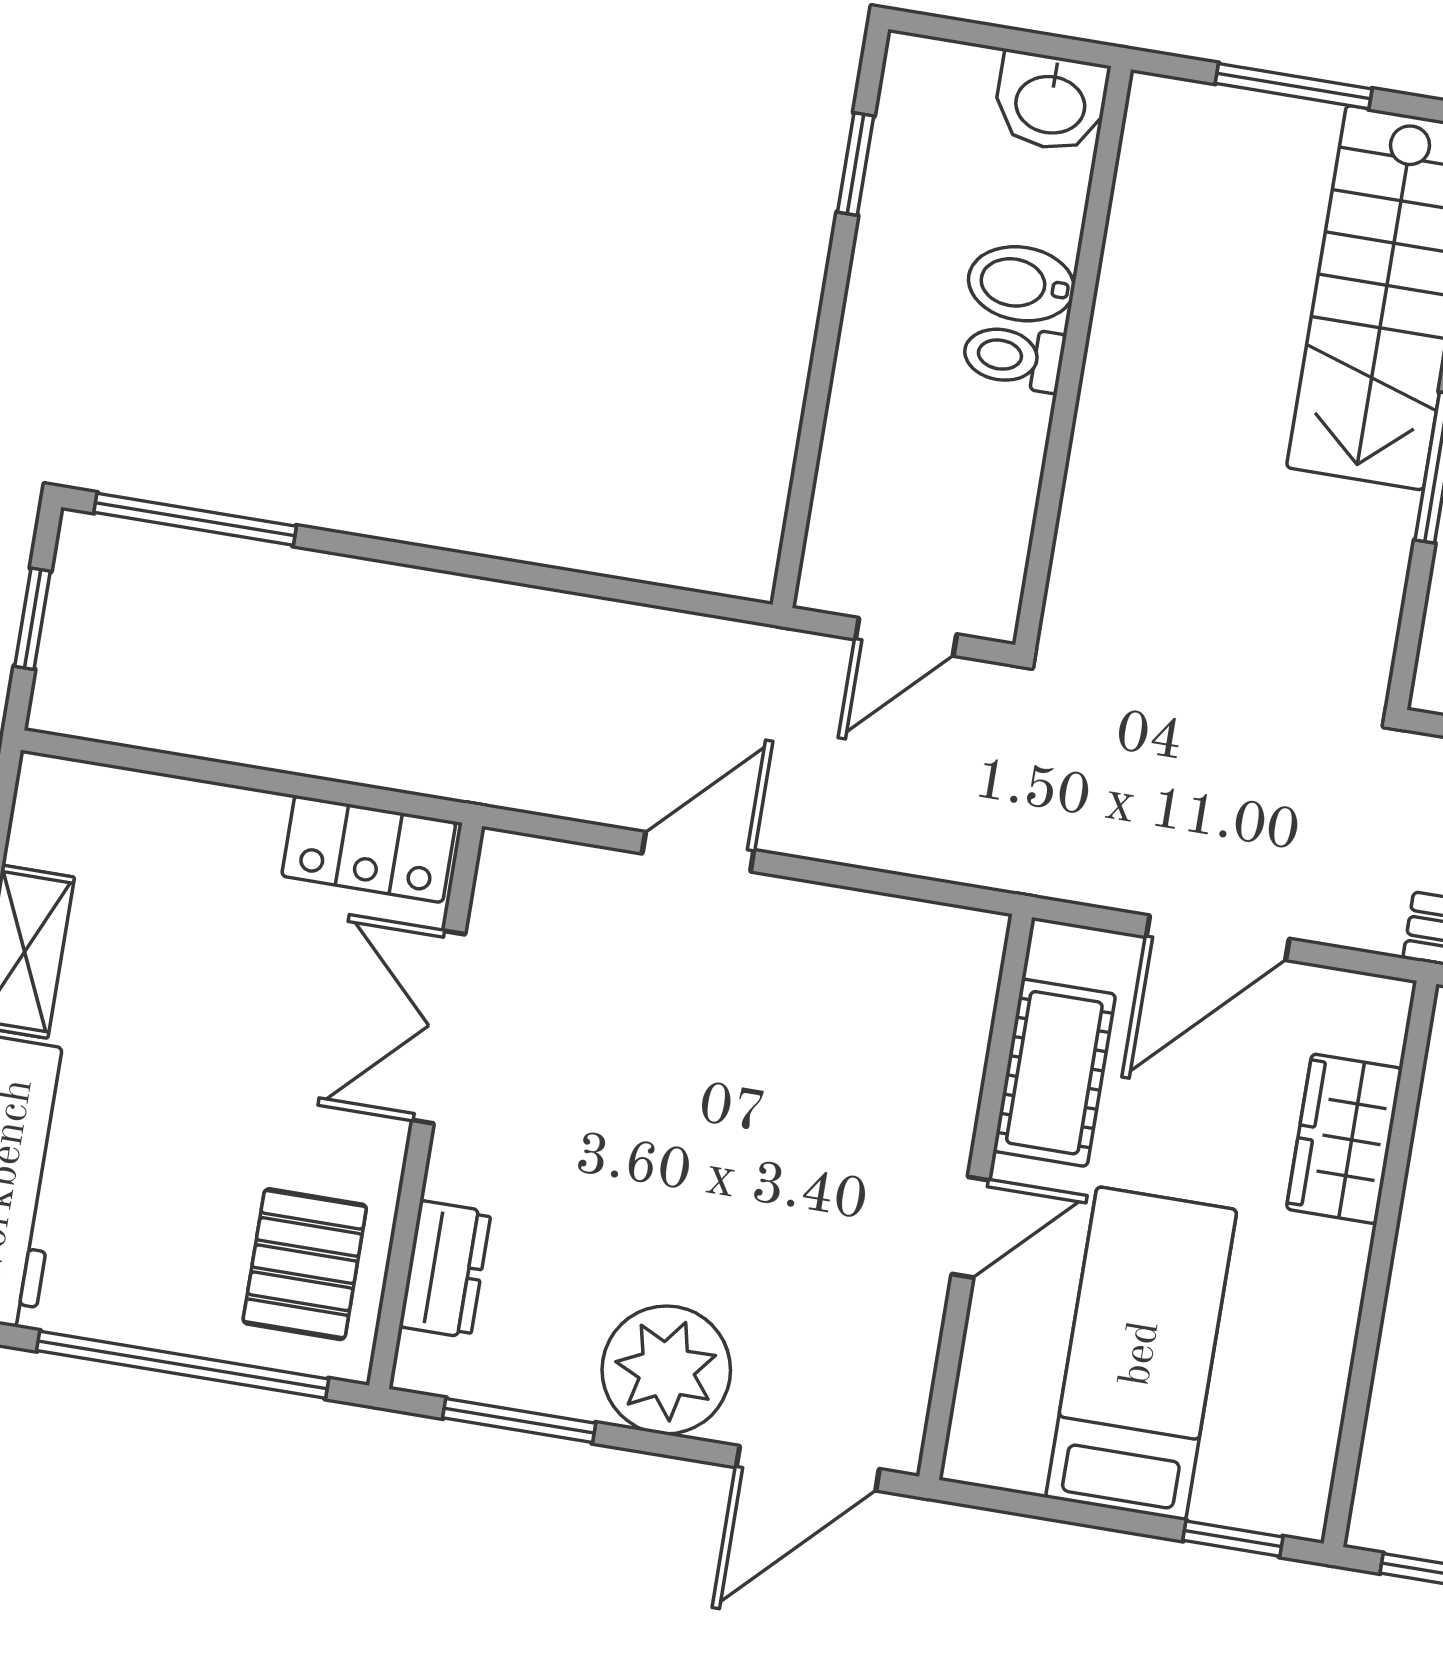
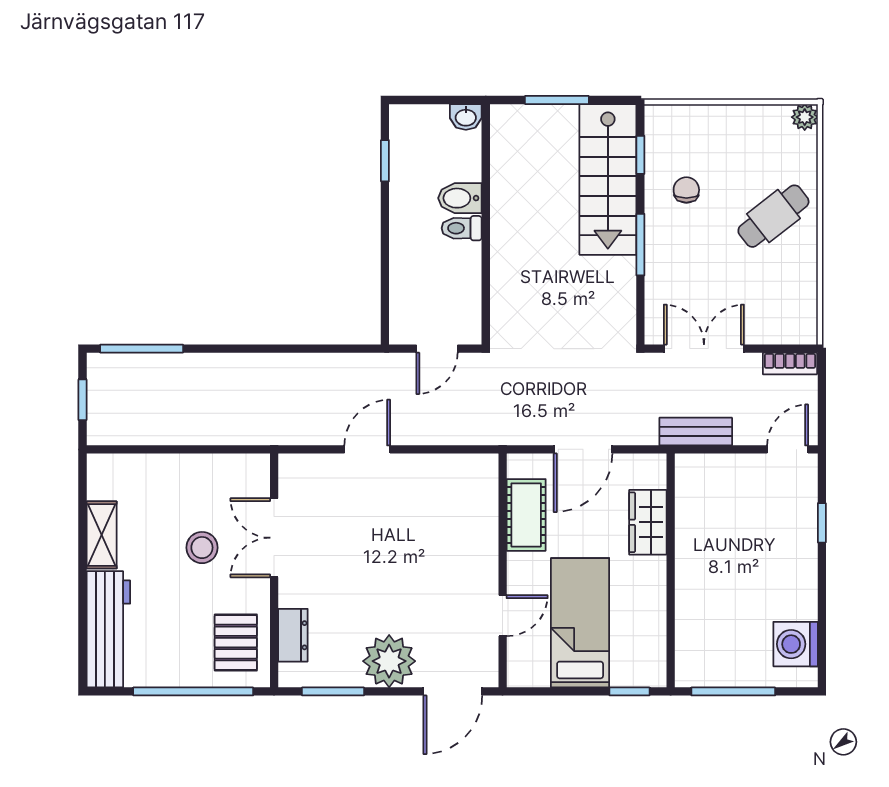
washbasin: (1051, 102) -> (466, 117), width x0.72, depth x0.69
locker: (369, 849) -> (234, 470), removed
stool: (261, 1022) -> (202, 548), added
door: (971, 1227) -> (503, 616), moved

